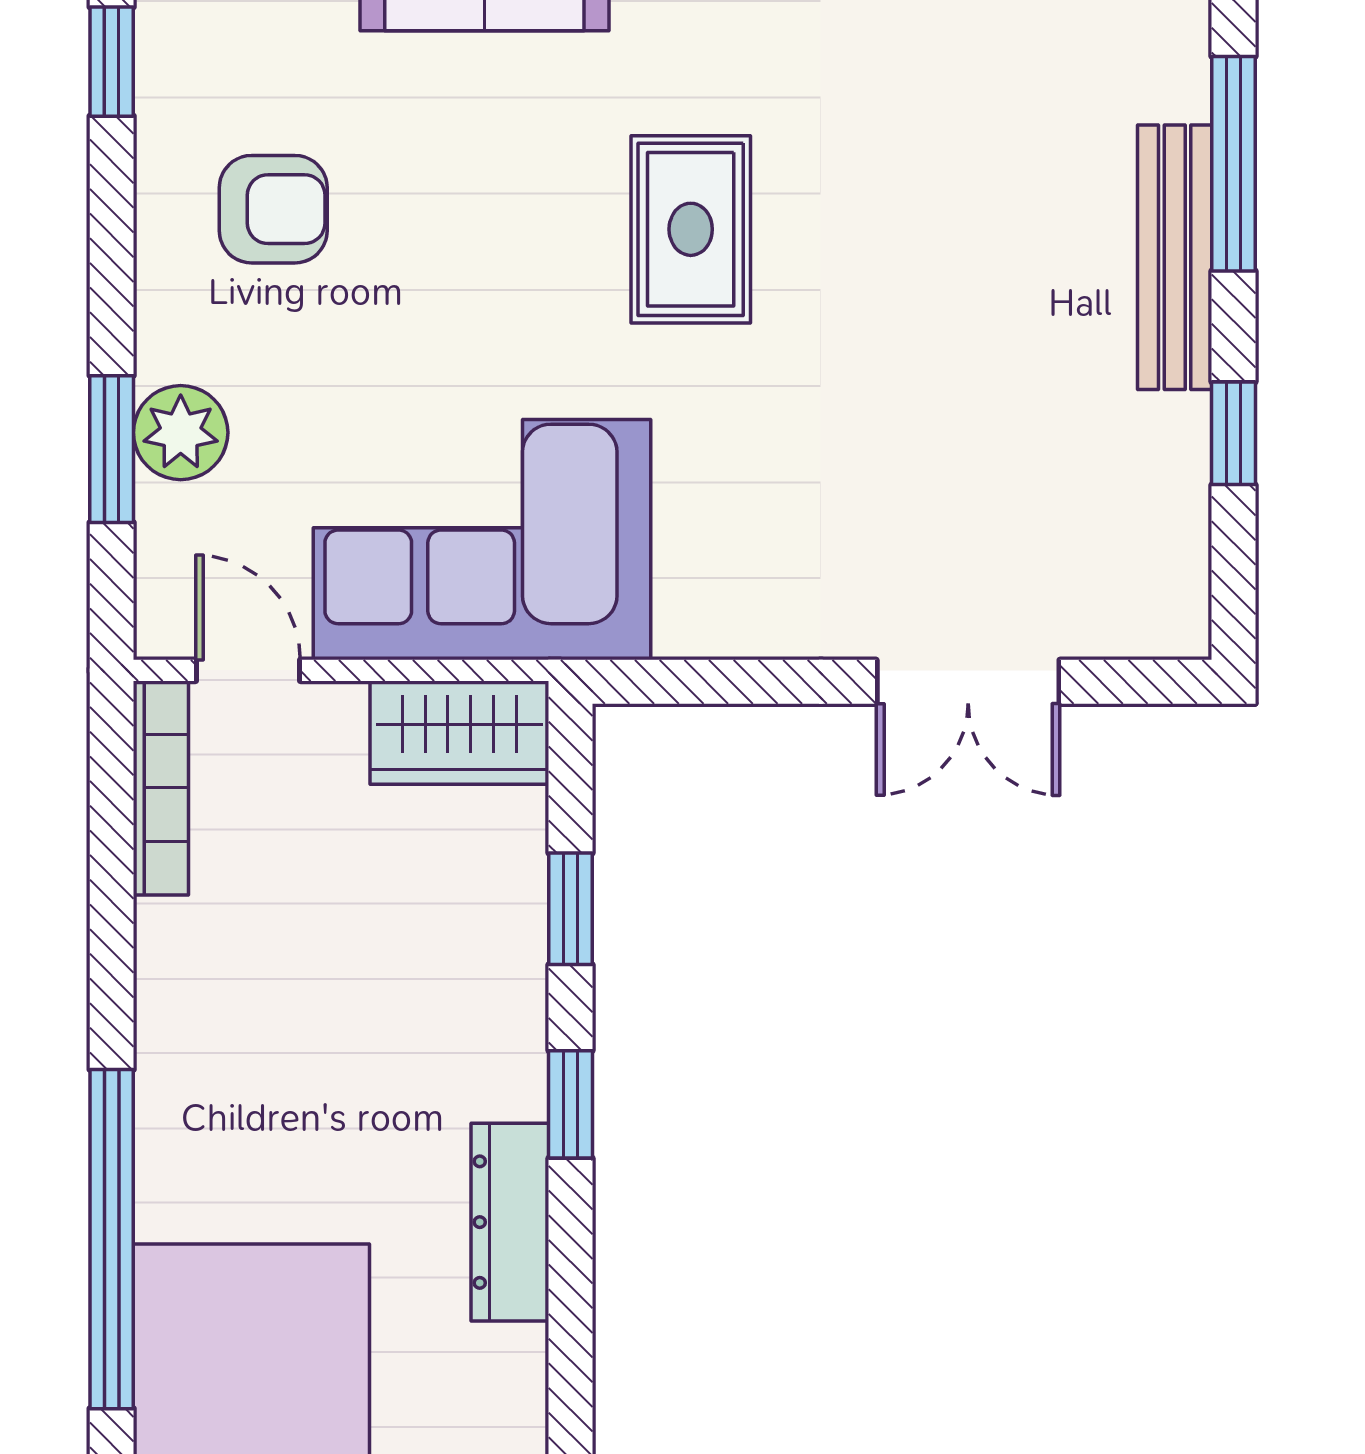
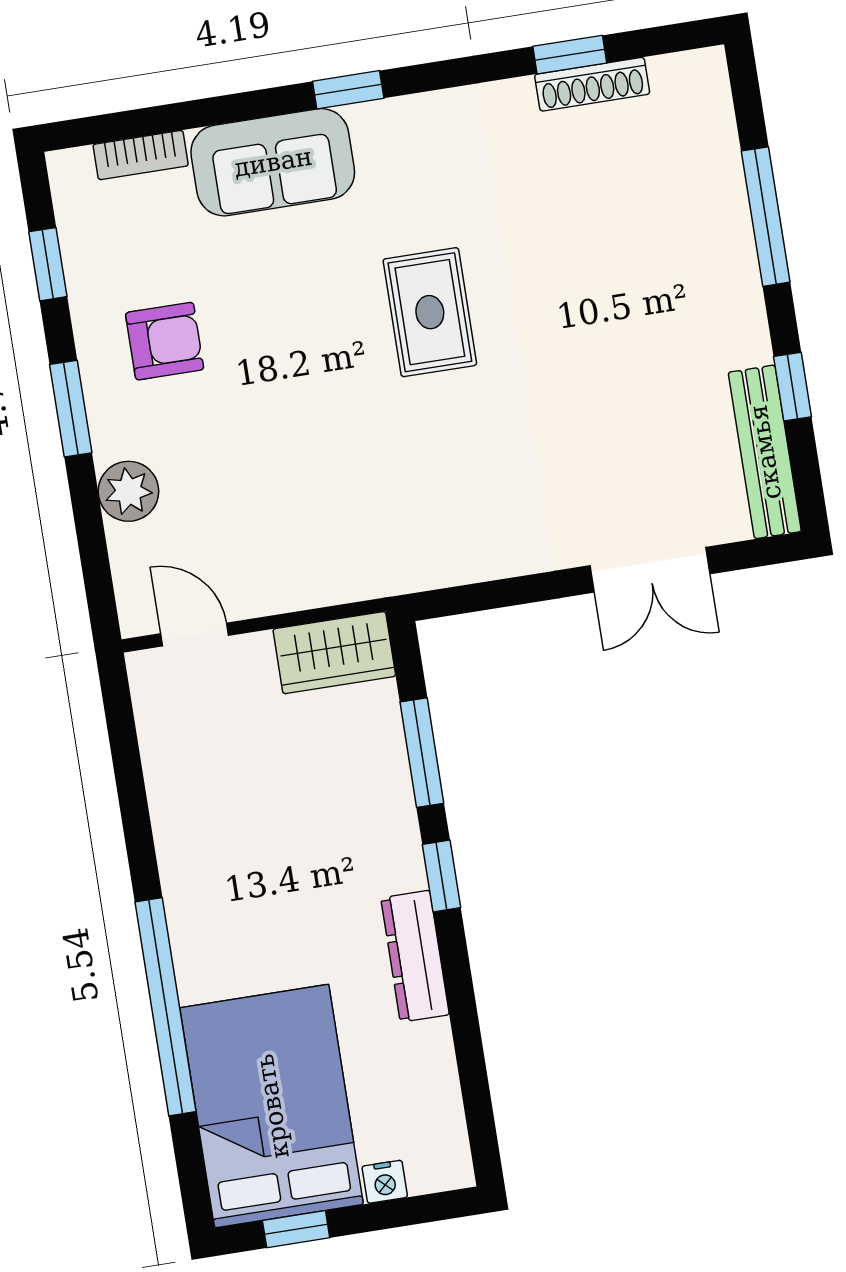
bench: (1175, 257) -> (765, 452), moved
window: (112, 449) -> (71, 409), moved
corner sofa: (482, 540) -> (329, 529), removed
bookcase: (161, 788) -> (152, 717), removed
window: (571, 909) -> (422, 753), width x1.50

